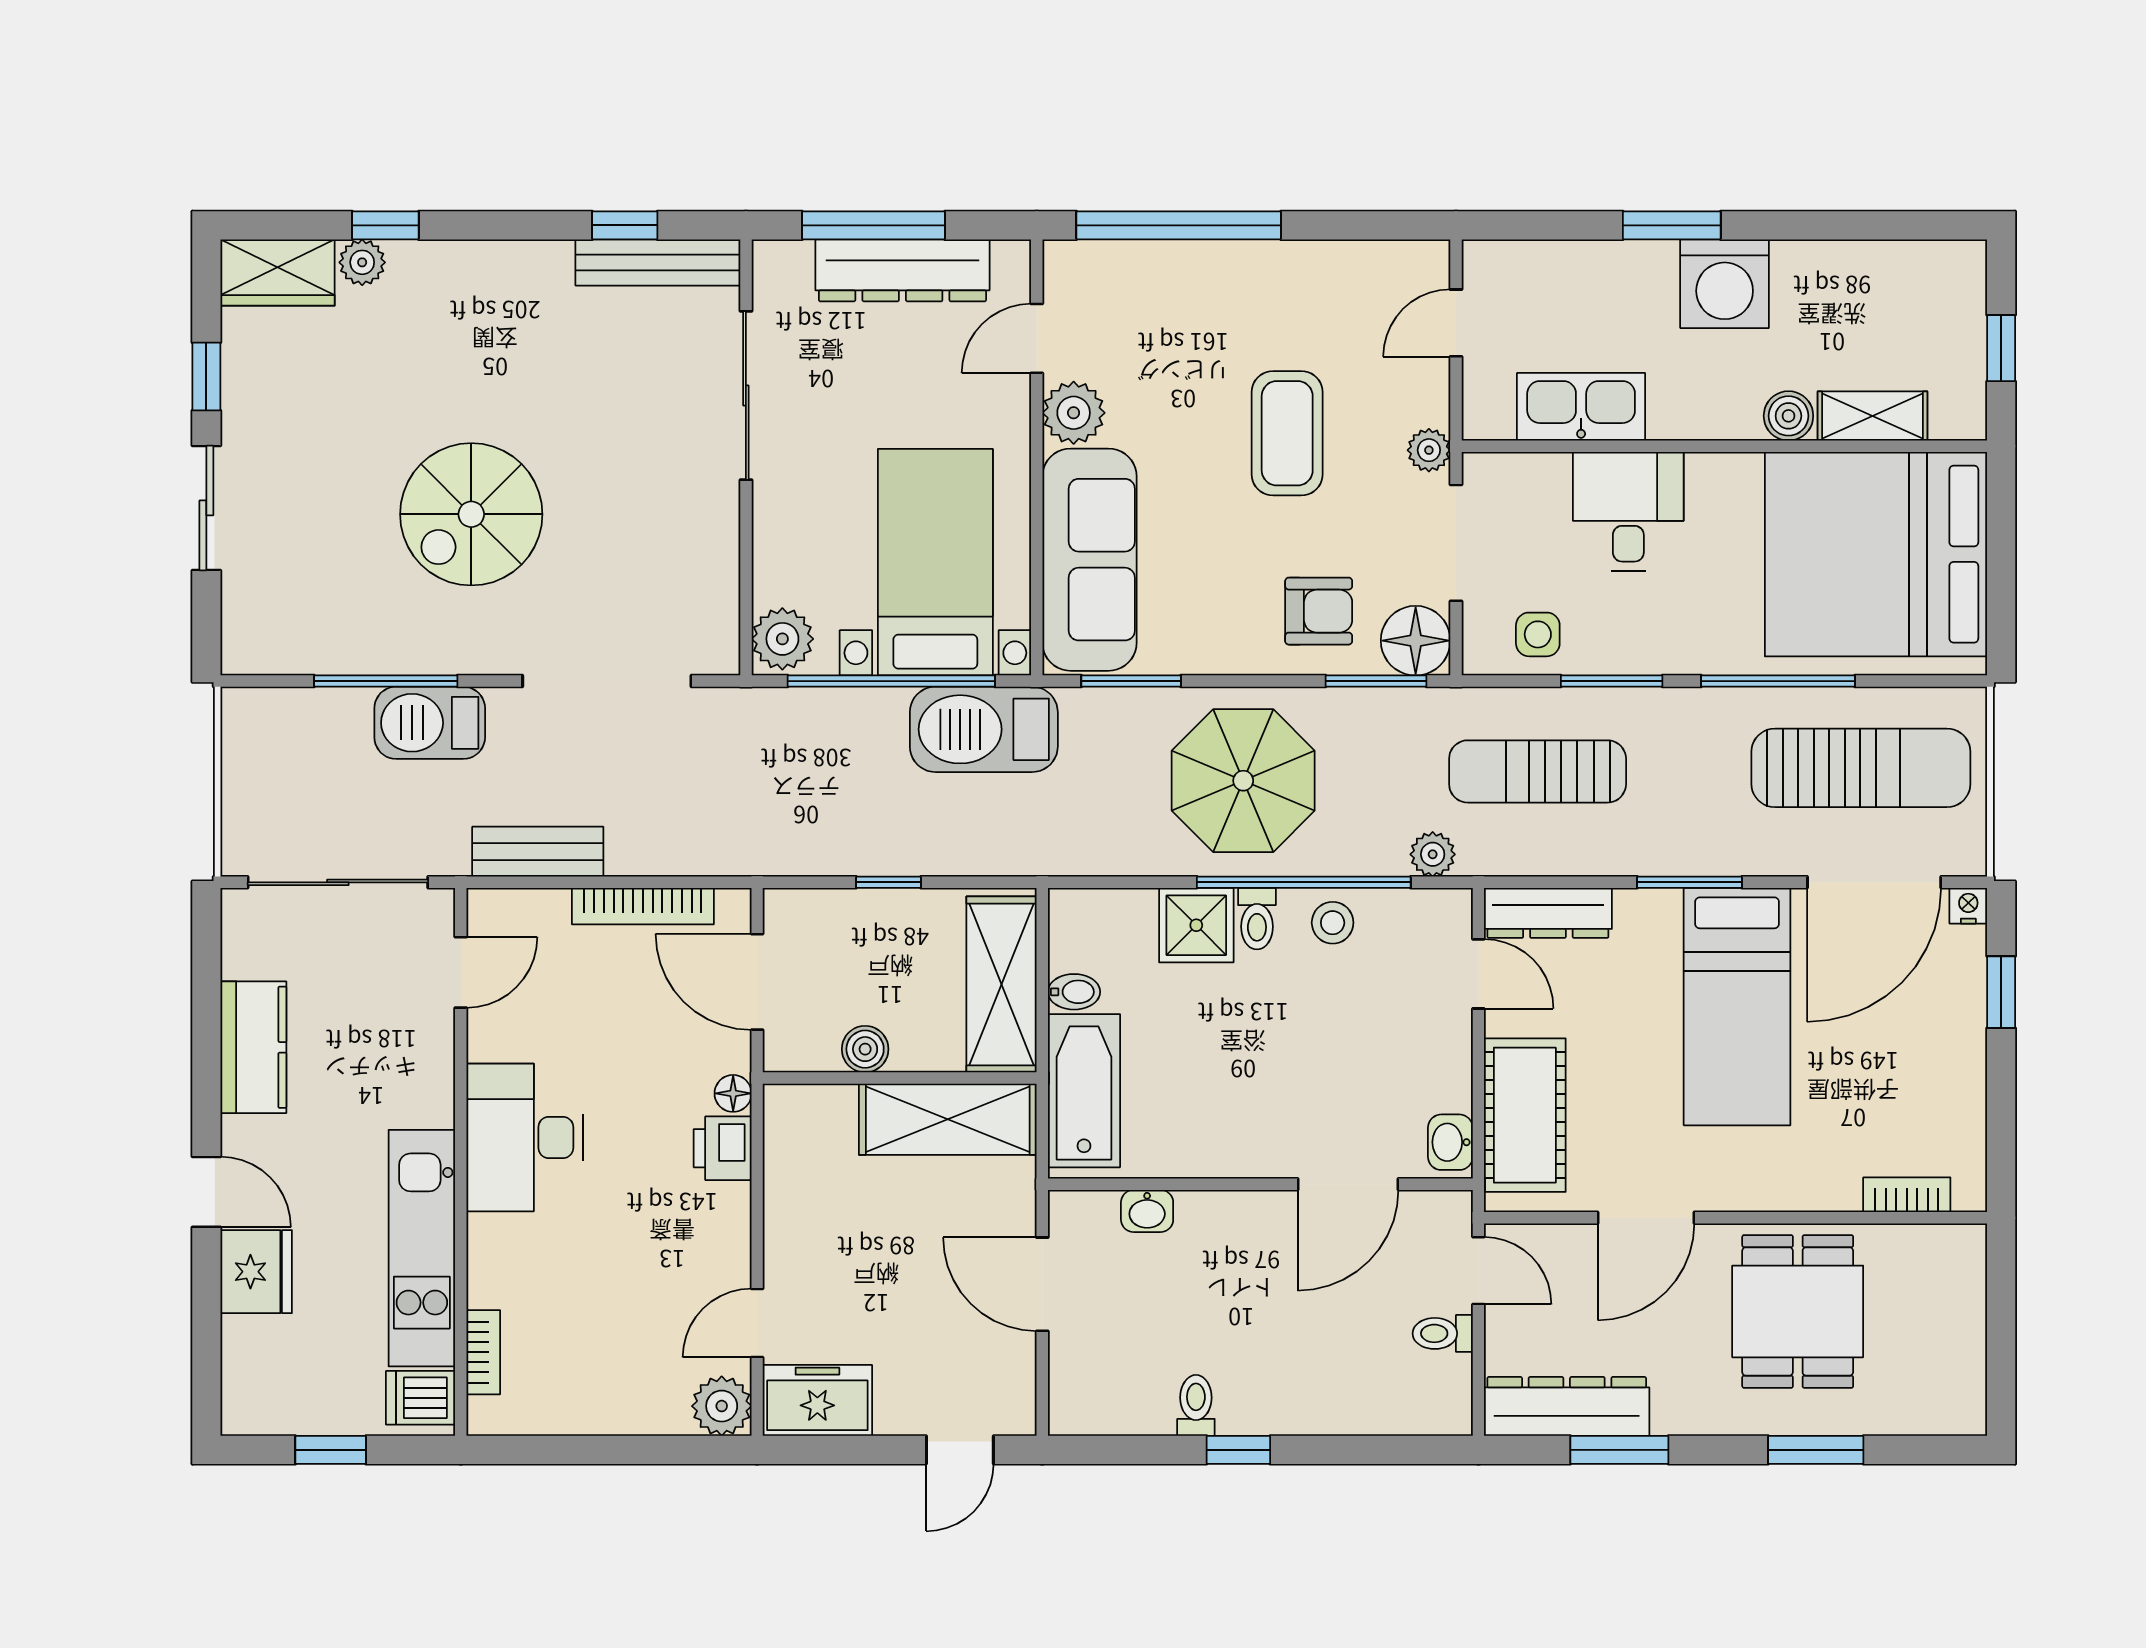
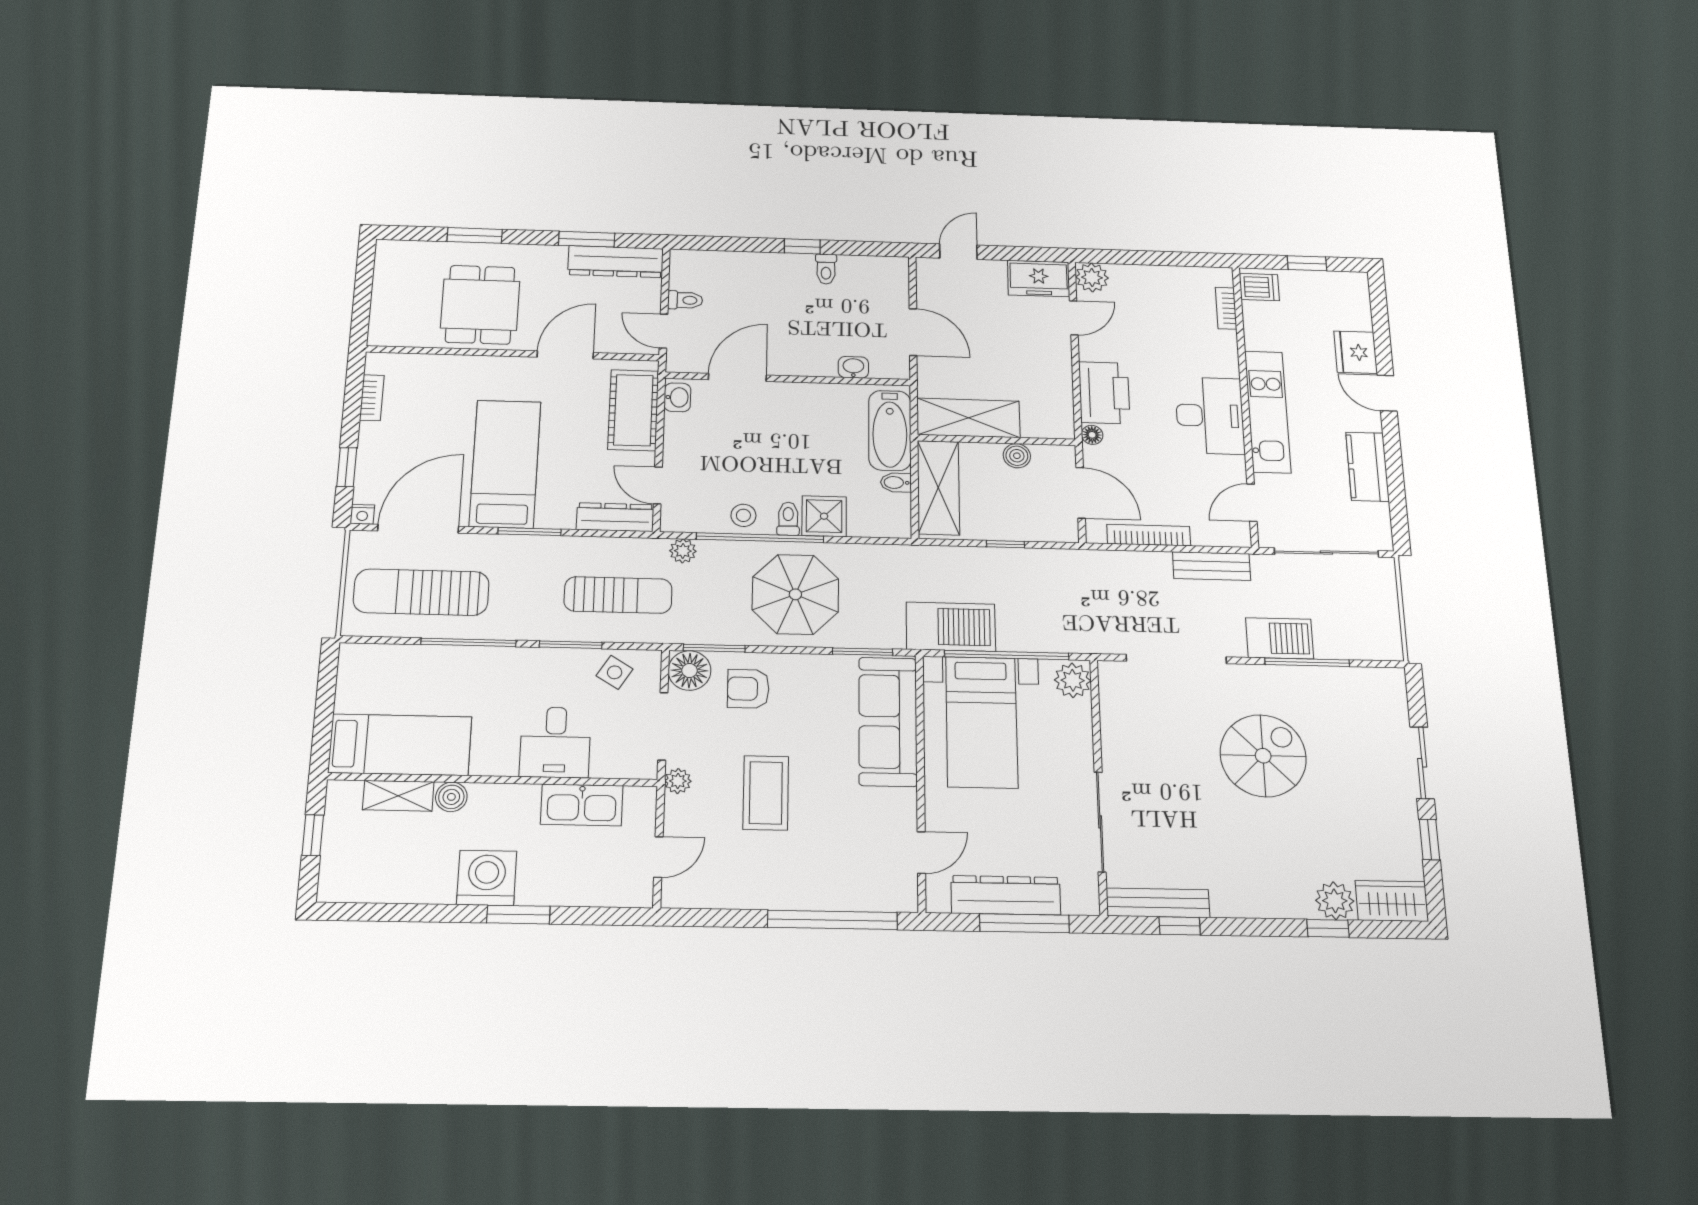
plant: (362, 262) -> (1335, 901), width x1.38, depth x1.38
plant: (1074, 413) -> (898, 808), removed
bed: (1876, 554) -> (400, 745), width x0.49
side table: (1538, 634) -> (615, 672), turned 32
printer: (723, 1148) -> (1104, 393), width x1.87, depth x1.48
bookcase: (1907, 1195) -> (372, 398), moved, turned -90
kitchen unit: (422, 1248) -> (1268, 412), moved

